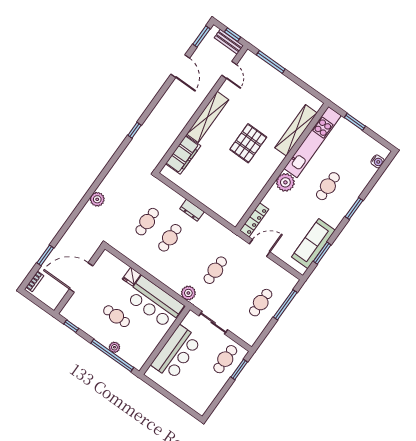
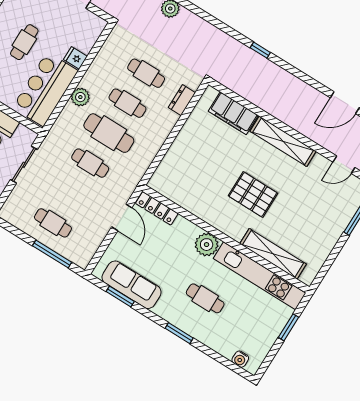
dresser: (192, 210) -> (182, 100), moved
cafe table: (193, 254) -> (109, 133), added
plant: (188, 293) -> (80, 97), moved

